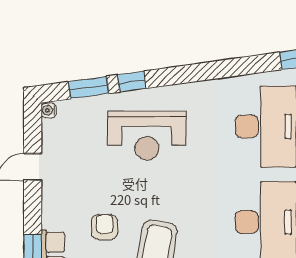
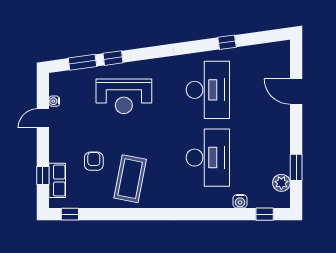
water cooler: (49, 110) -> (54, 101), moved

